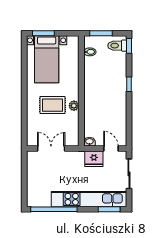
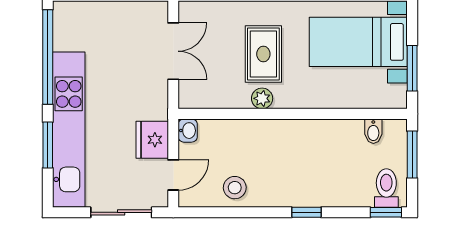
window: (43, 33) -> (412, 68), moved
stool: (117, 119) -> (235, 188), added
window: (109, 209) -> (48, 145), moved

